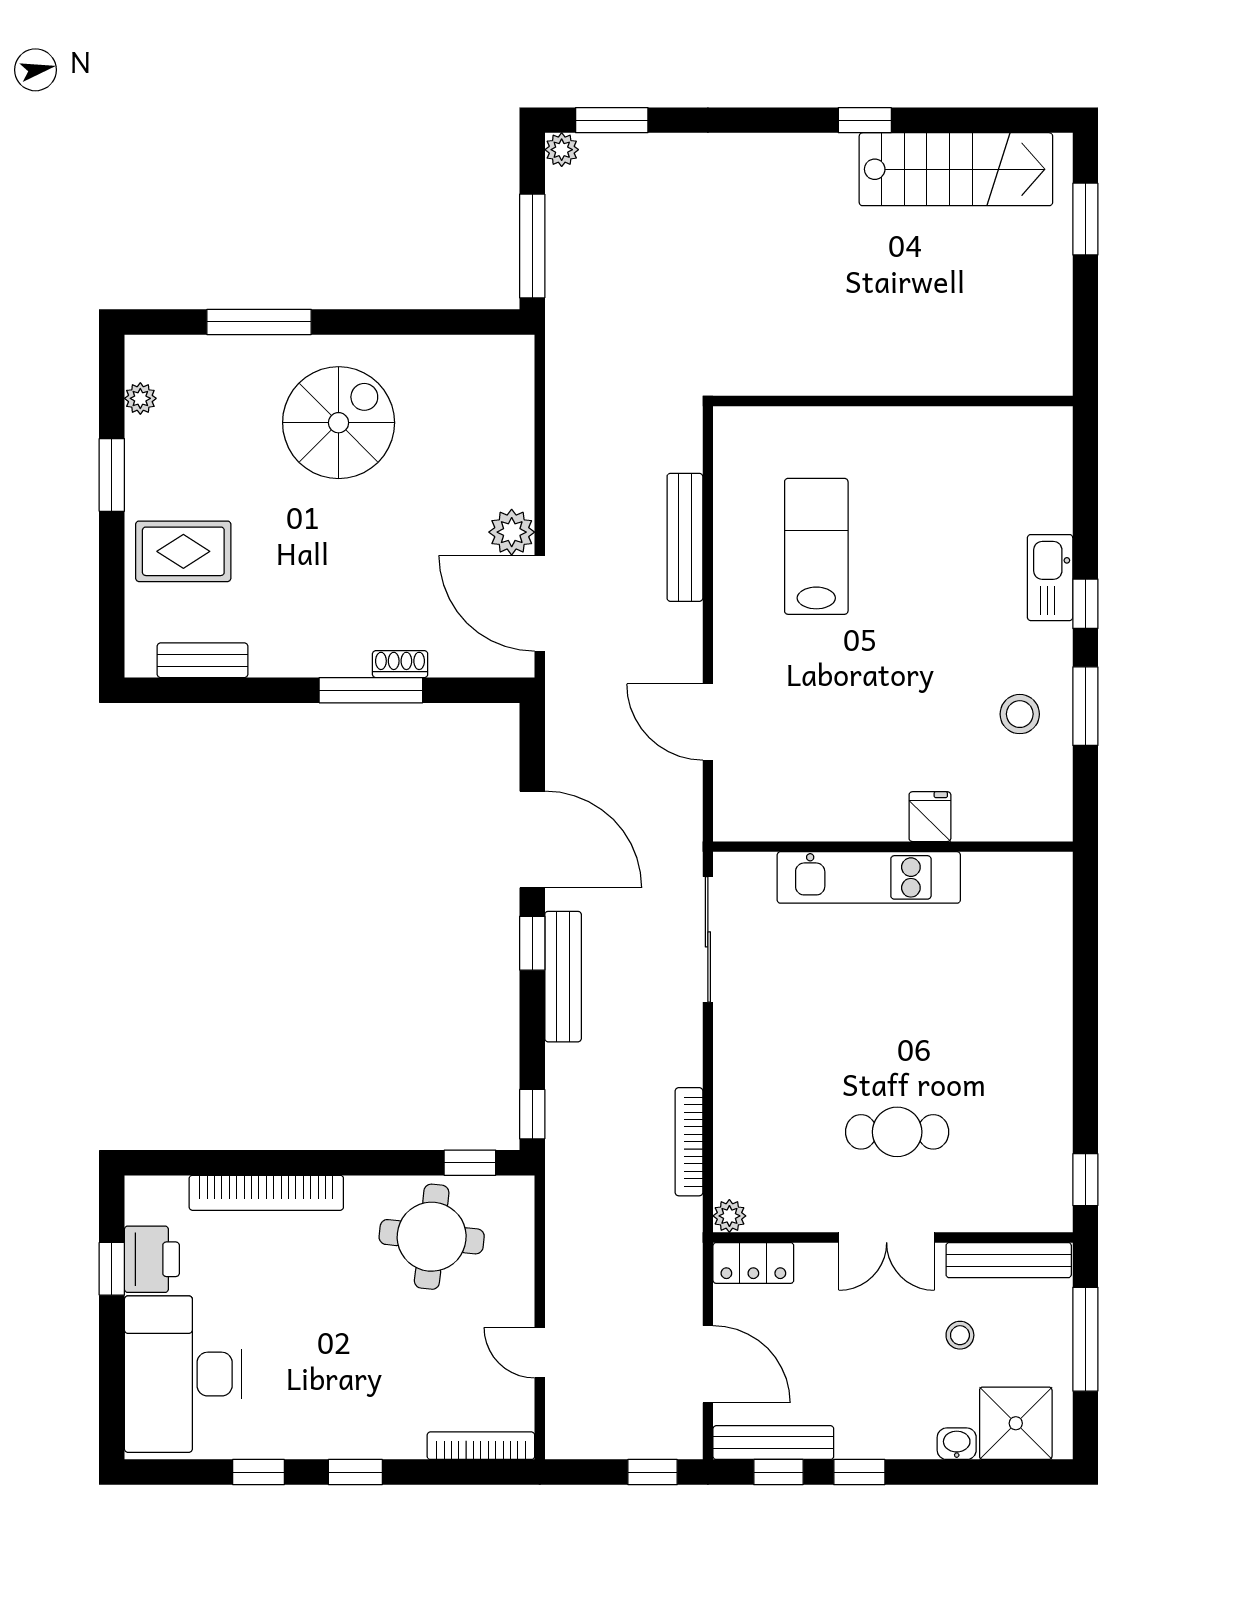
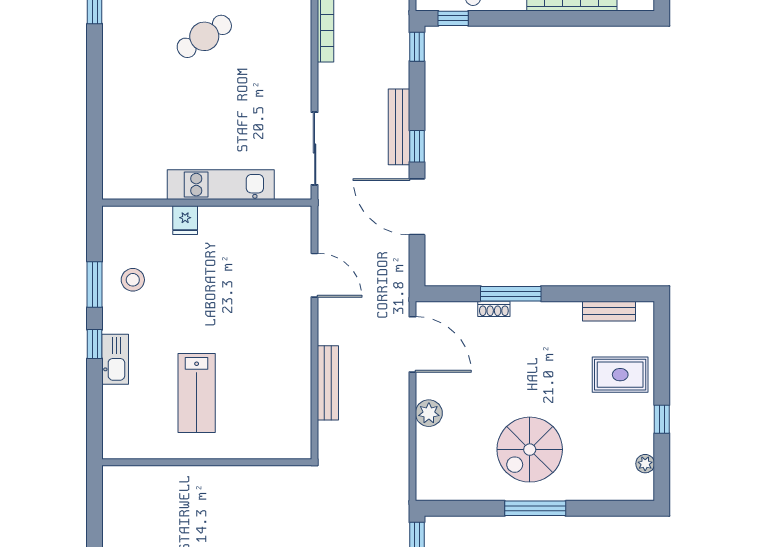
window: (259, 322) -> (535, 508), moved
window: (112, 475) -> (662, 419), width x0.67
plant: (512, 532) -> (429, 413), moved
lab bench: (816, 546) -> (197, 393), moved
cafe table: (897, 1132) -> (204, 36), turned -33

